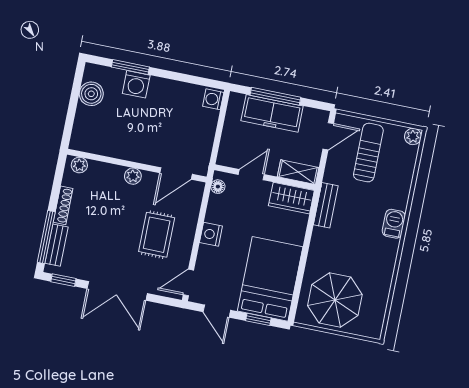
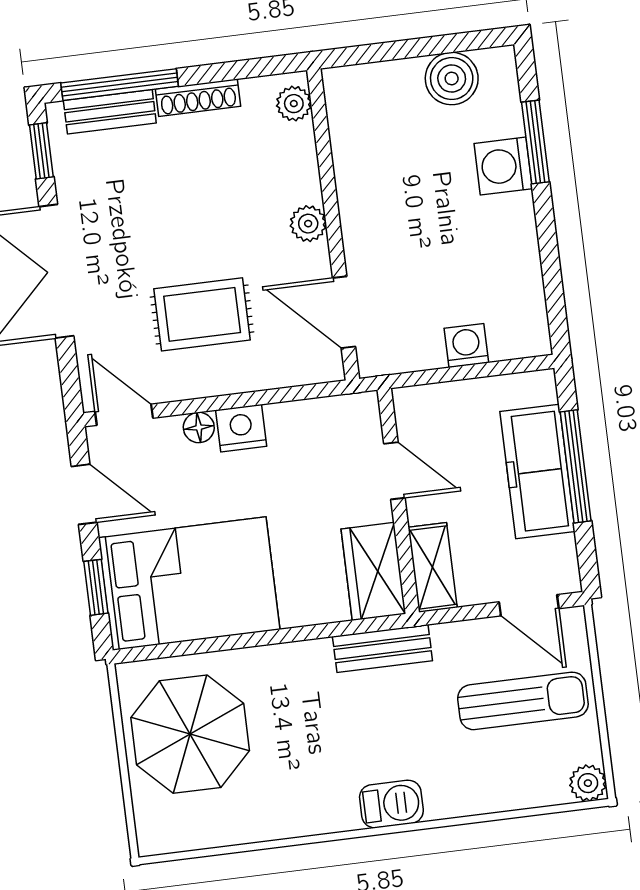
washing machine: (213, 99) -> (466, 346), moved
floor lamp: (218, 187) -> (199, 427), moved
door: (217, 311) -> (84, 494), swing flipped

